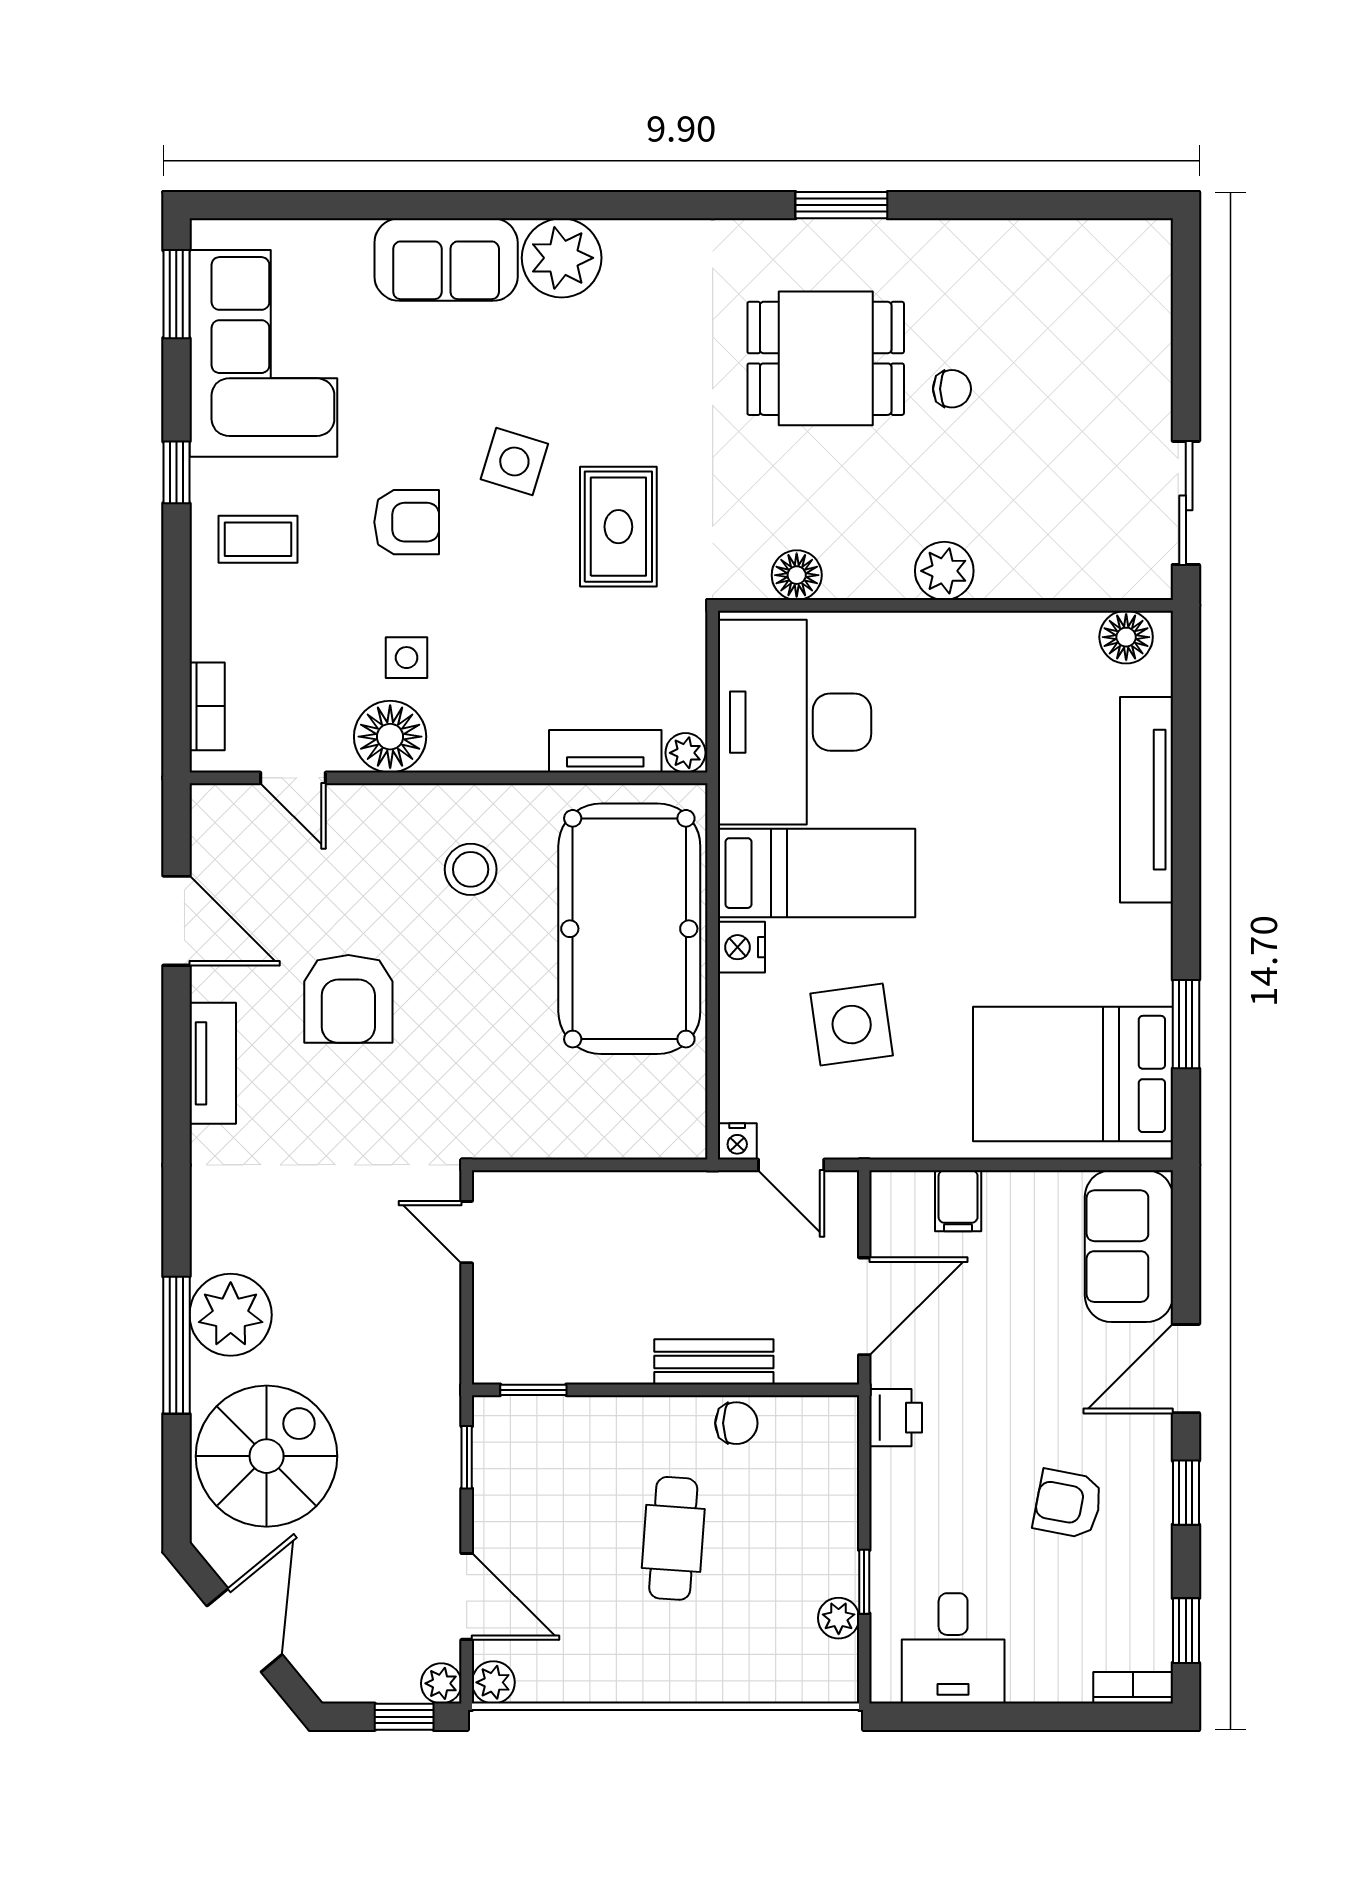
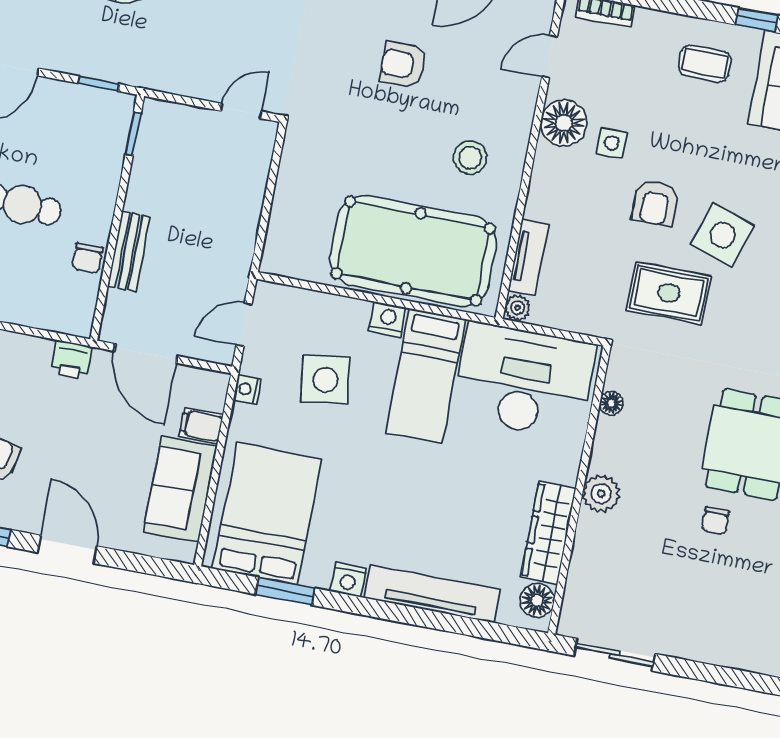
side table: (514, 461) -> (723, 235), width x1.37, depth x1.37
armchair: (407, 522) -> (655, 203), moved
coffee table: (258, 539) -> (705, 63), turned 90
floor lamp: (797, 575) -> (611, 403), width x0.73, depth x0.73
wardrobe: (1019, 640) -> (548, 533), added
nightstand: (1150, 932) -> (348, 580), added
armchair: (348, 999) -> (403, 65), width x0.72, depth x0.72
nightstand: (737, 1141) -> (247, 389), moved
sofa: (1129, 1246) -> (180, 489), moved, turned -90

